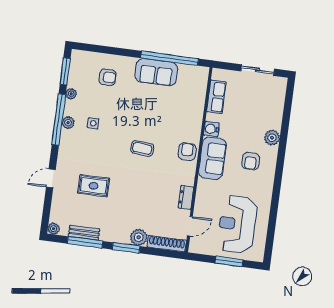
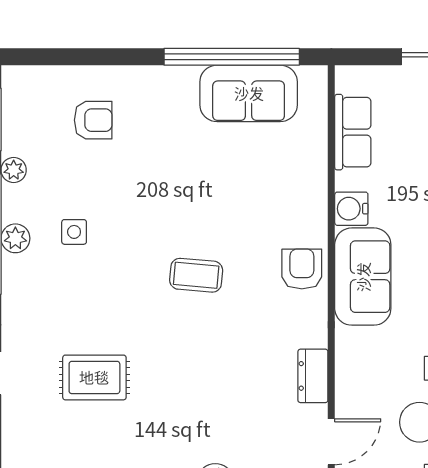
sofa: (156, 72) -> (249, 93), moved

